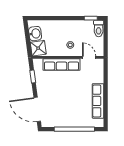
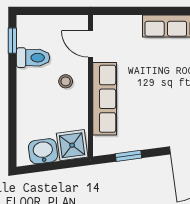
toilet: (99, 29) -> (33, 58), moved
door: (89, 57) -> (91, 44), hinge flipped

